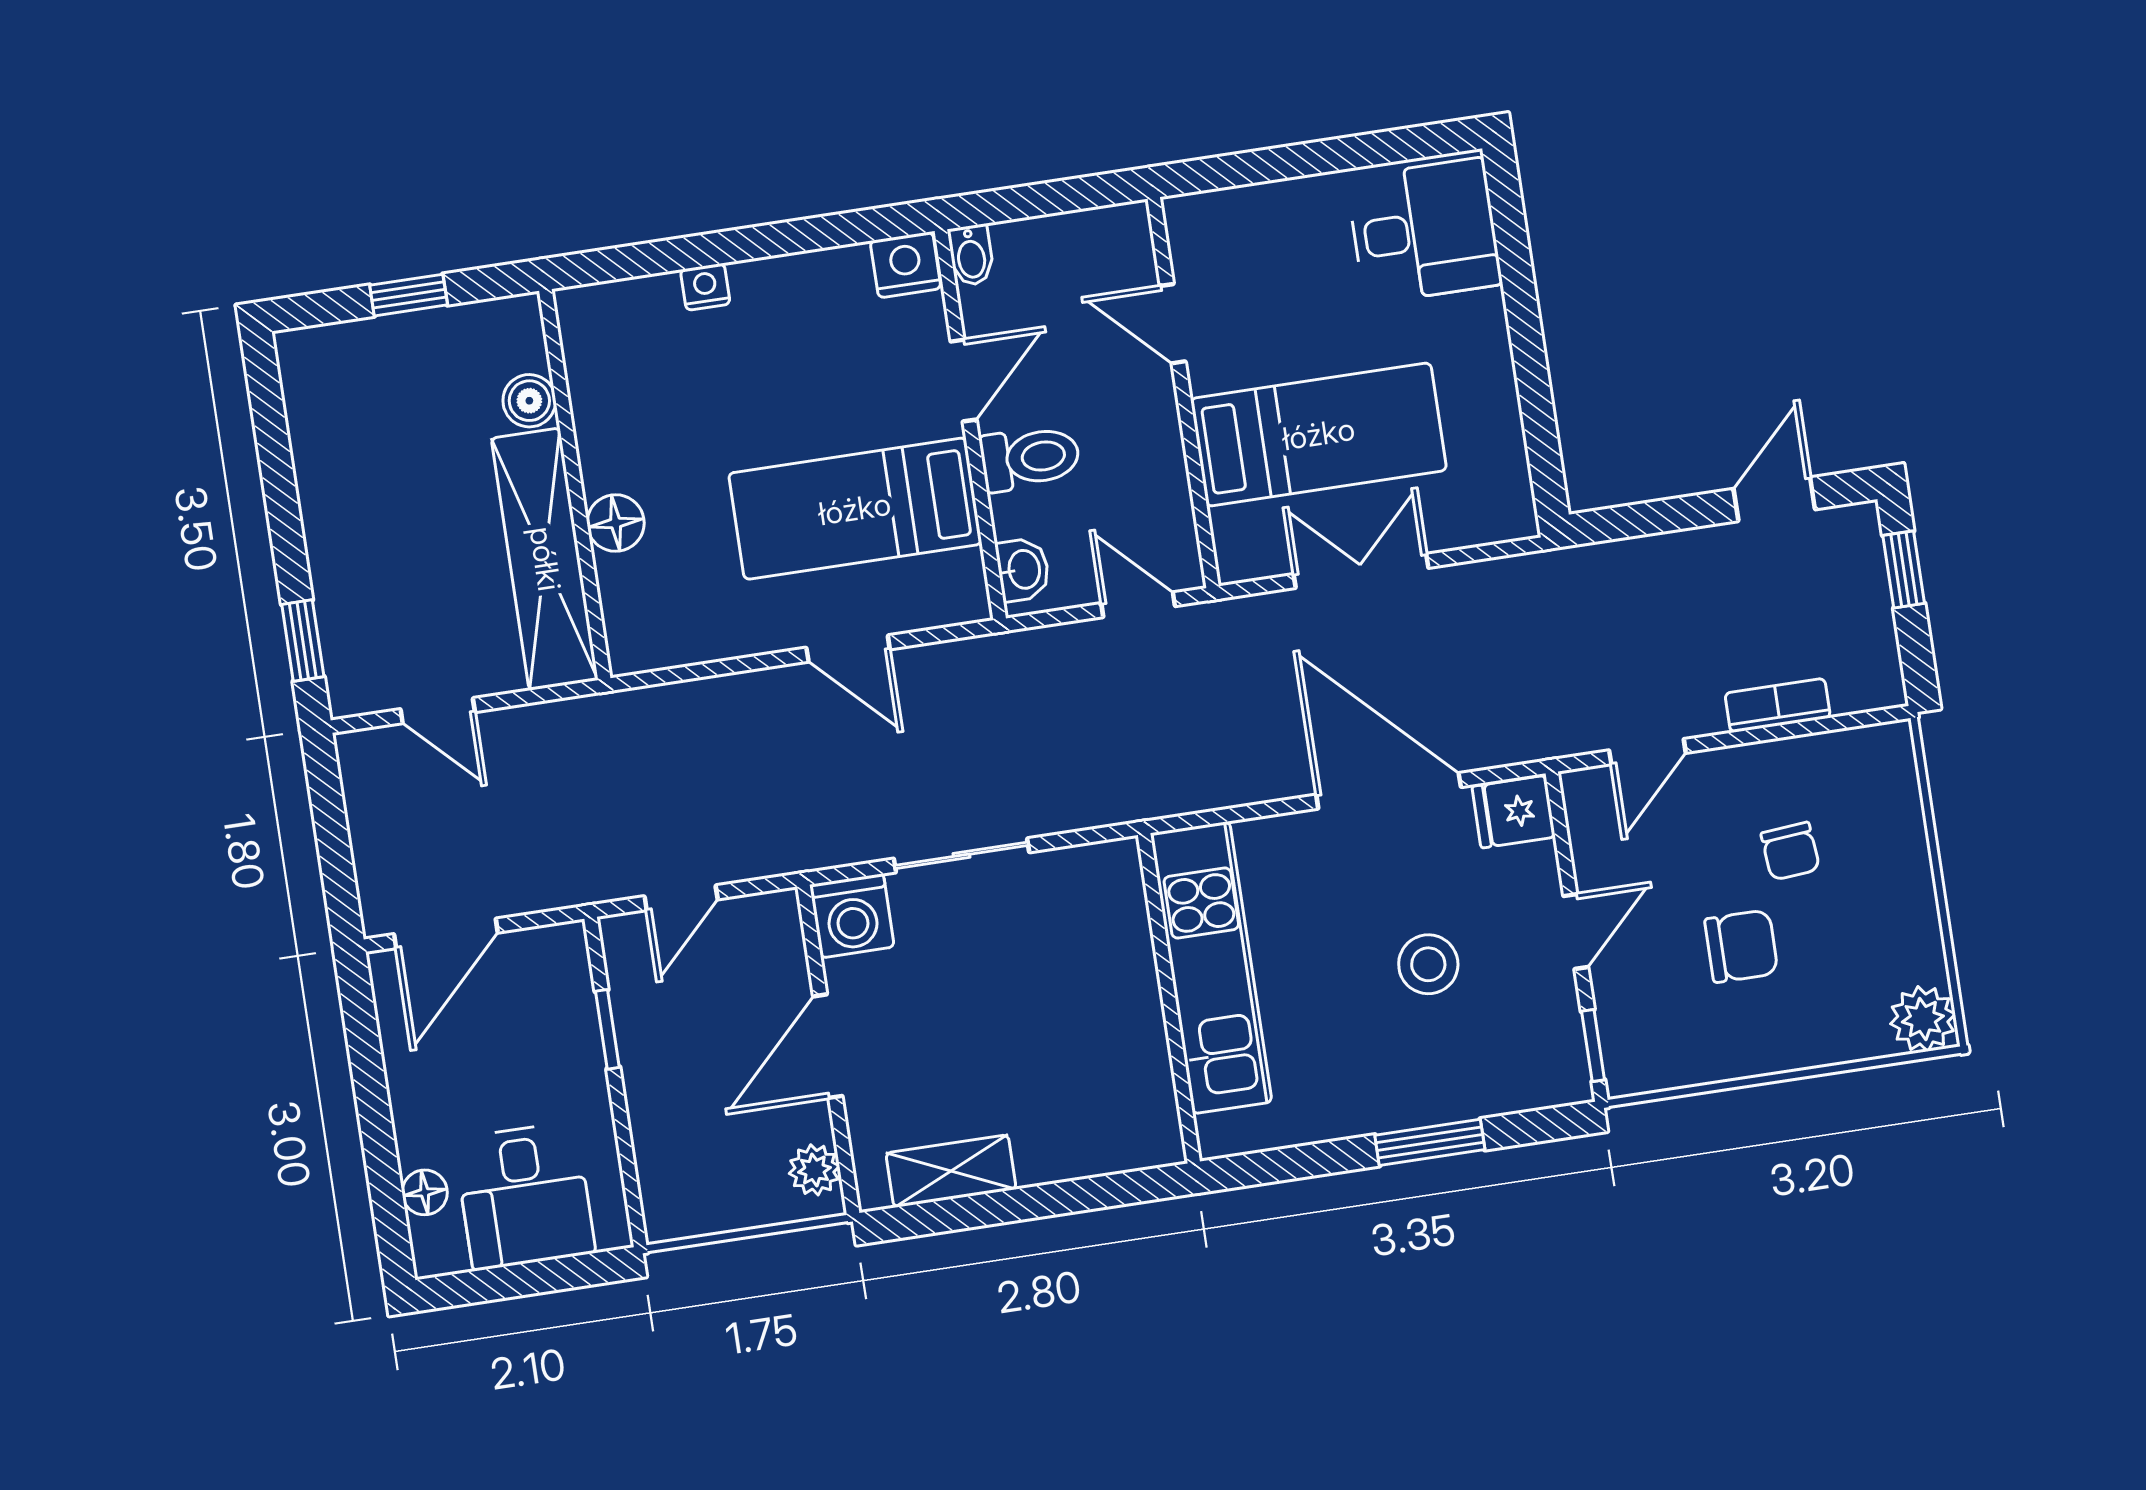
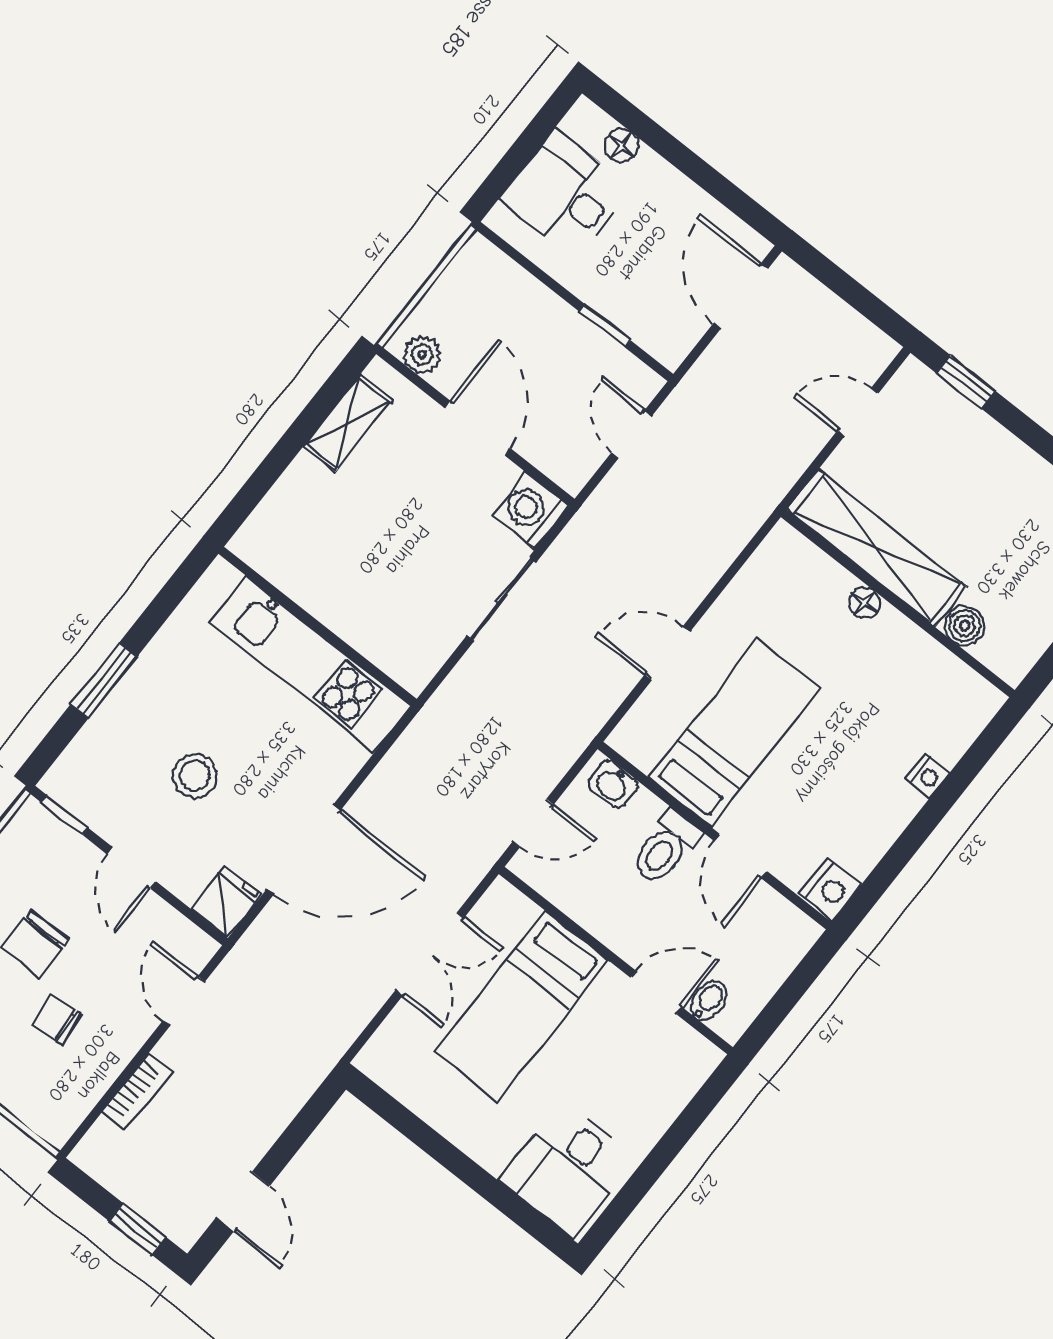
bidet: (971, 255) -> (709, 1000), moved, turned 90
floor lamp: (616, 523) -> (864, 602), width x0.73, depth x0.73

